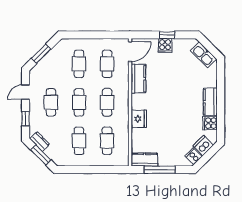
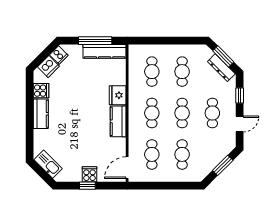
kitchen counter: (138, 79) -> (118, 121), moved
dresser: (40, 142) -> (221, 68), width x1.44
kitchen counter: (144, 160) -> (105, 51), width x1.50

